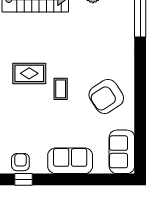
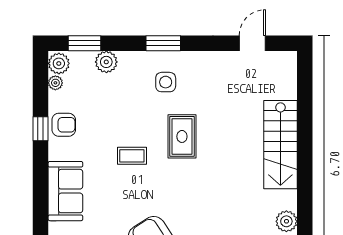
coffee table: (61, 89) -> (132, 156), moved

